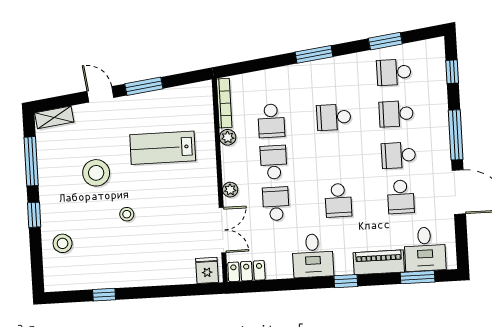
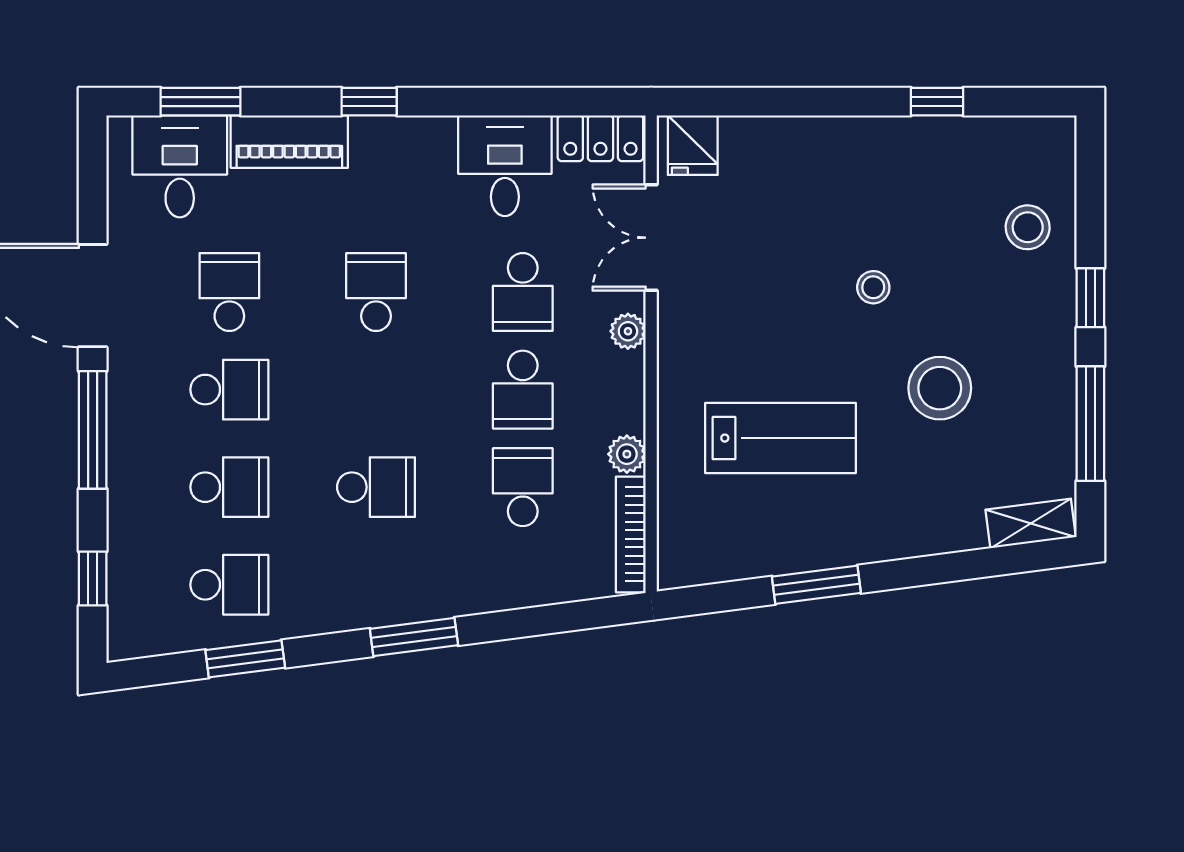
door: (100, 94) -> (919, 571), removed
desk: (313, 256) -> (505, 166), moved

